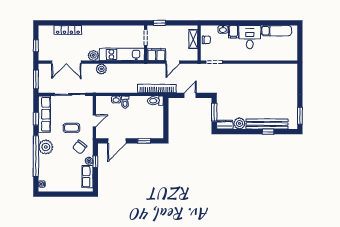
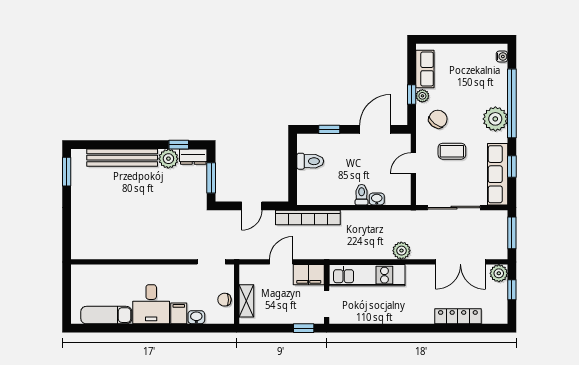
plant: (93, 55) -> (499, 273), moved
double door: (66, 62) -> (460, 262), swing flipped
toilet: (155, 101) -> (310, 161), moved
window: (268, 132) -> (179, 145), moved

